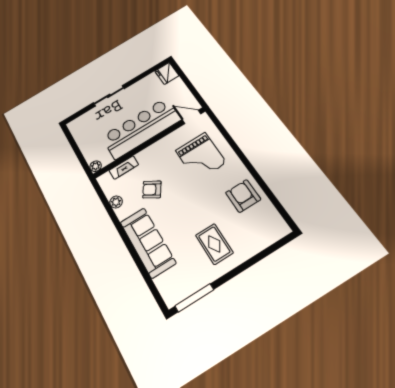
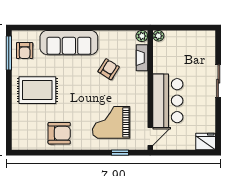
bar counter: (141, 128) -> (168, 101), width x0.73
window: (224, 132) -> (120, 153), added
plant: (116, 202) -> (142, 36), moved
rug: (214, 244) -> (37, 90), width x1.36, depth x1.43
armchair: (182, 282) -> (25, 51), added

